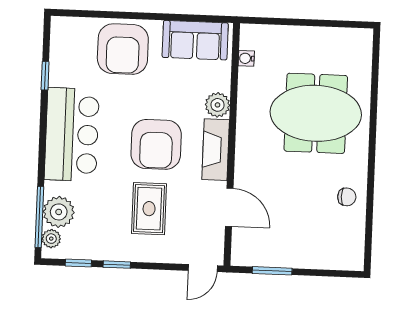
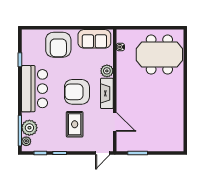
meeting table: (316, 113) -> (159, 55), moved
armchair: (156, 144) -> (77, 92), turned 90
chair: (347, 197) -> (174, 114), removed

